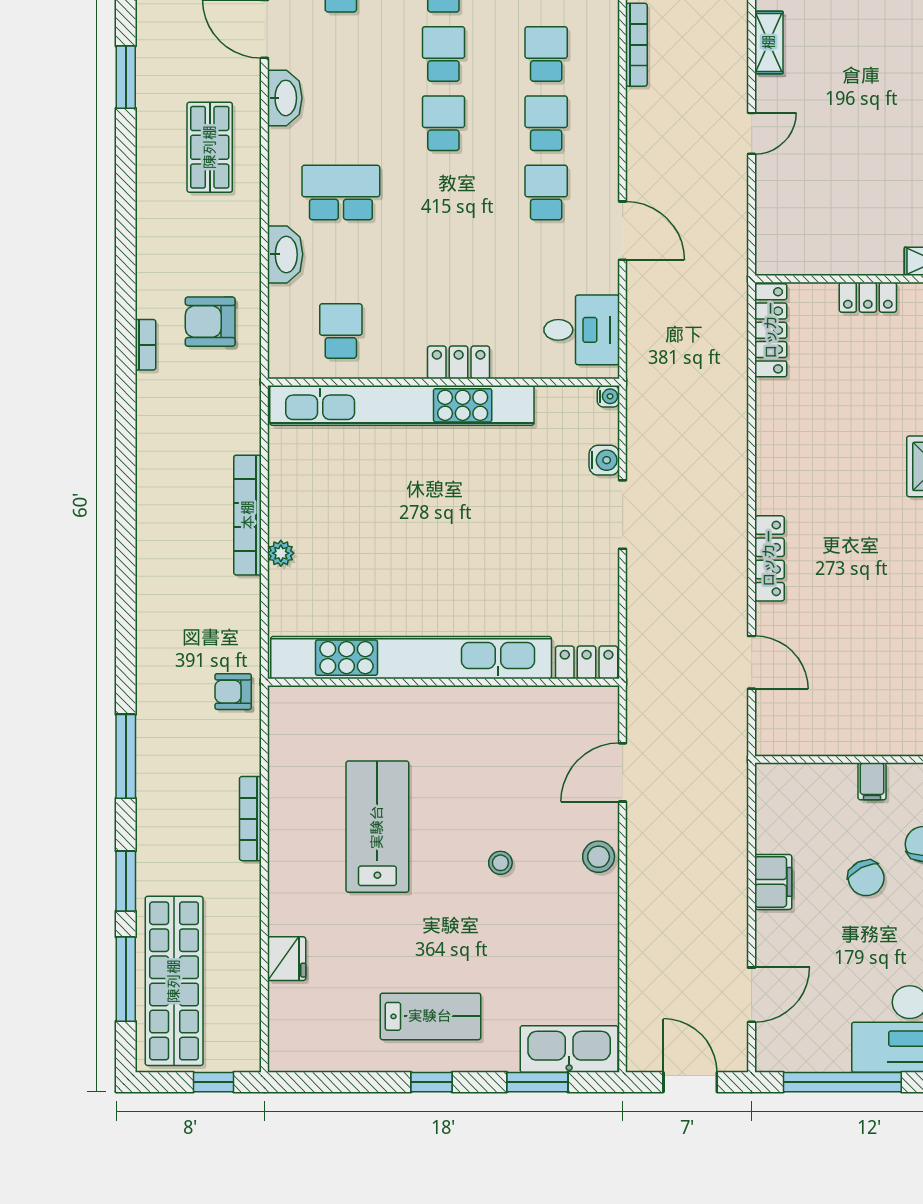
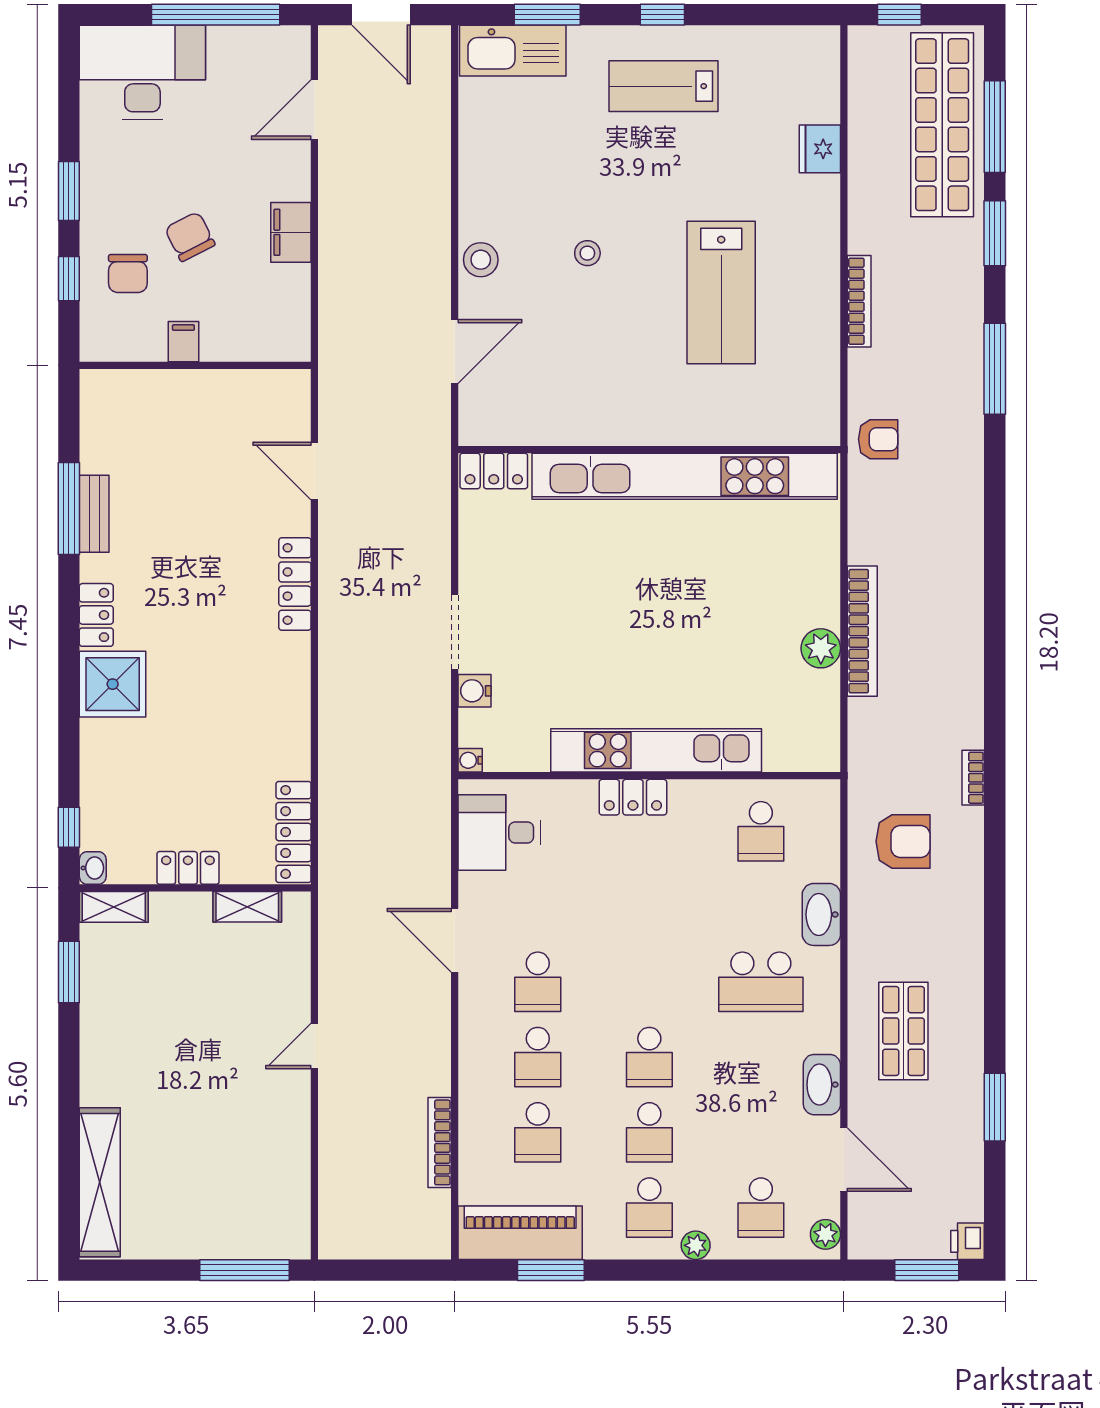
shelving: (769, 42) -> (247, 907), moved, turned 90
bookcase: (146, 345) -> (973, 778), moved
kitchen unit: (402, 405) -> (656, 750), width x0.73
plant: (281, 553) -> (821, 648), moved, width x1.38, depth x1.38

